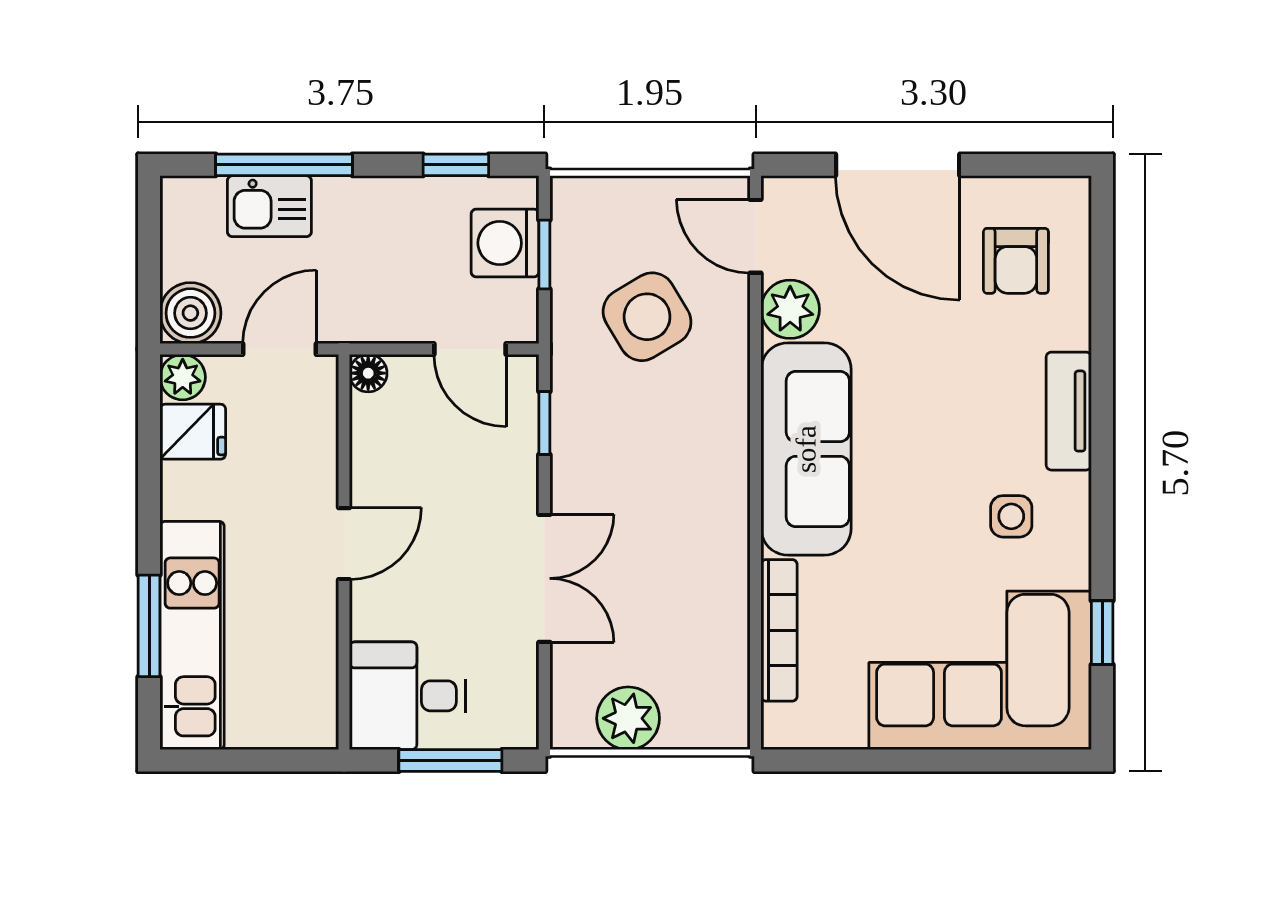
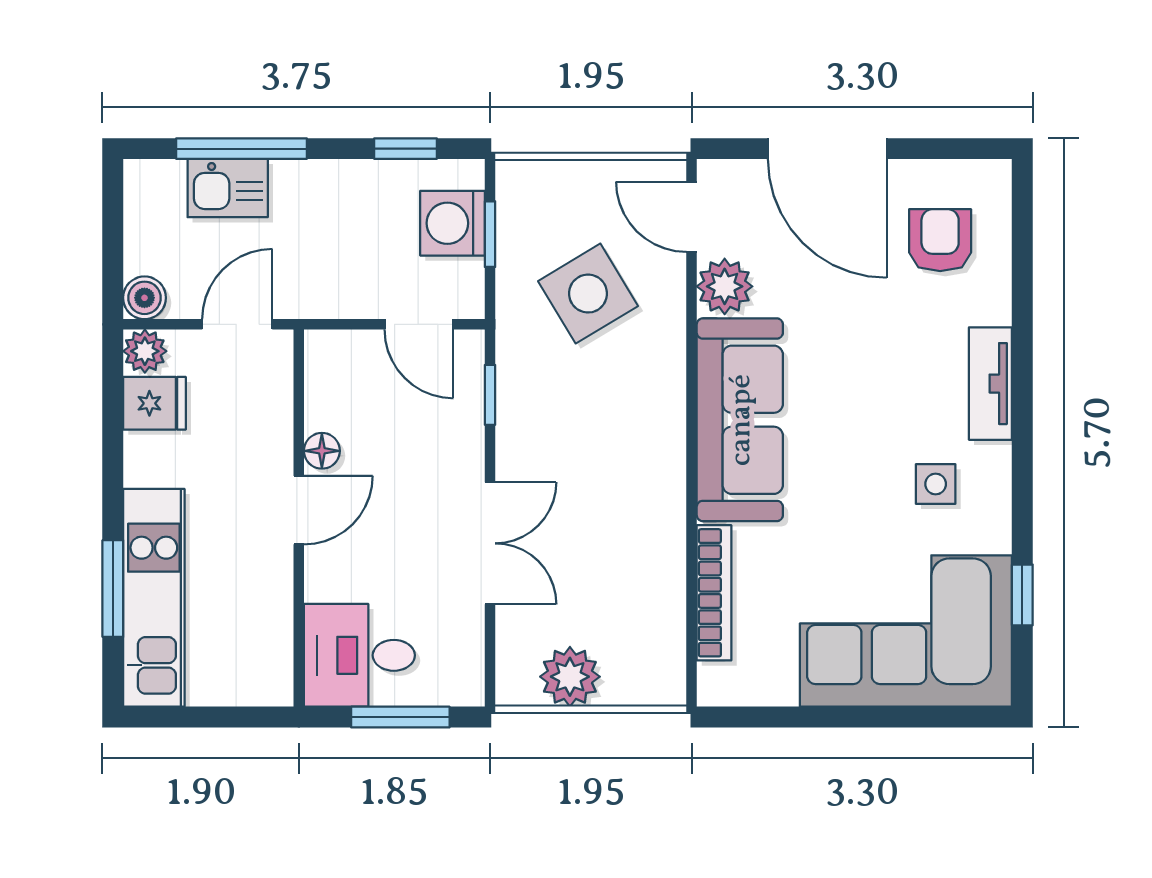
armchair: (1016, 261) -> (940, 240), turned 180
boiler: (190, 313) -> (144, 298), width x0.73, depth x0.73
floor lamp: (368, 373) -> (322, 451), moved

